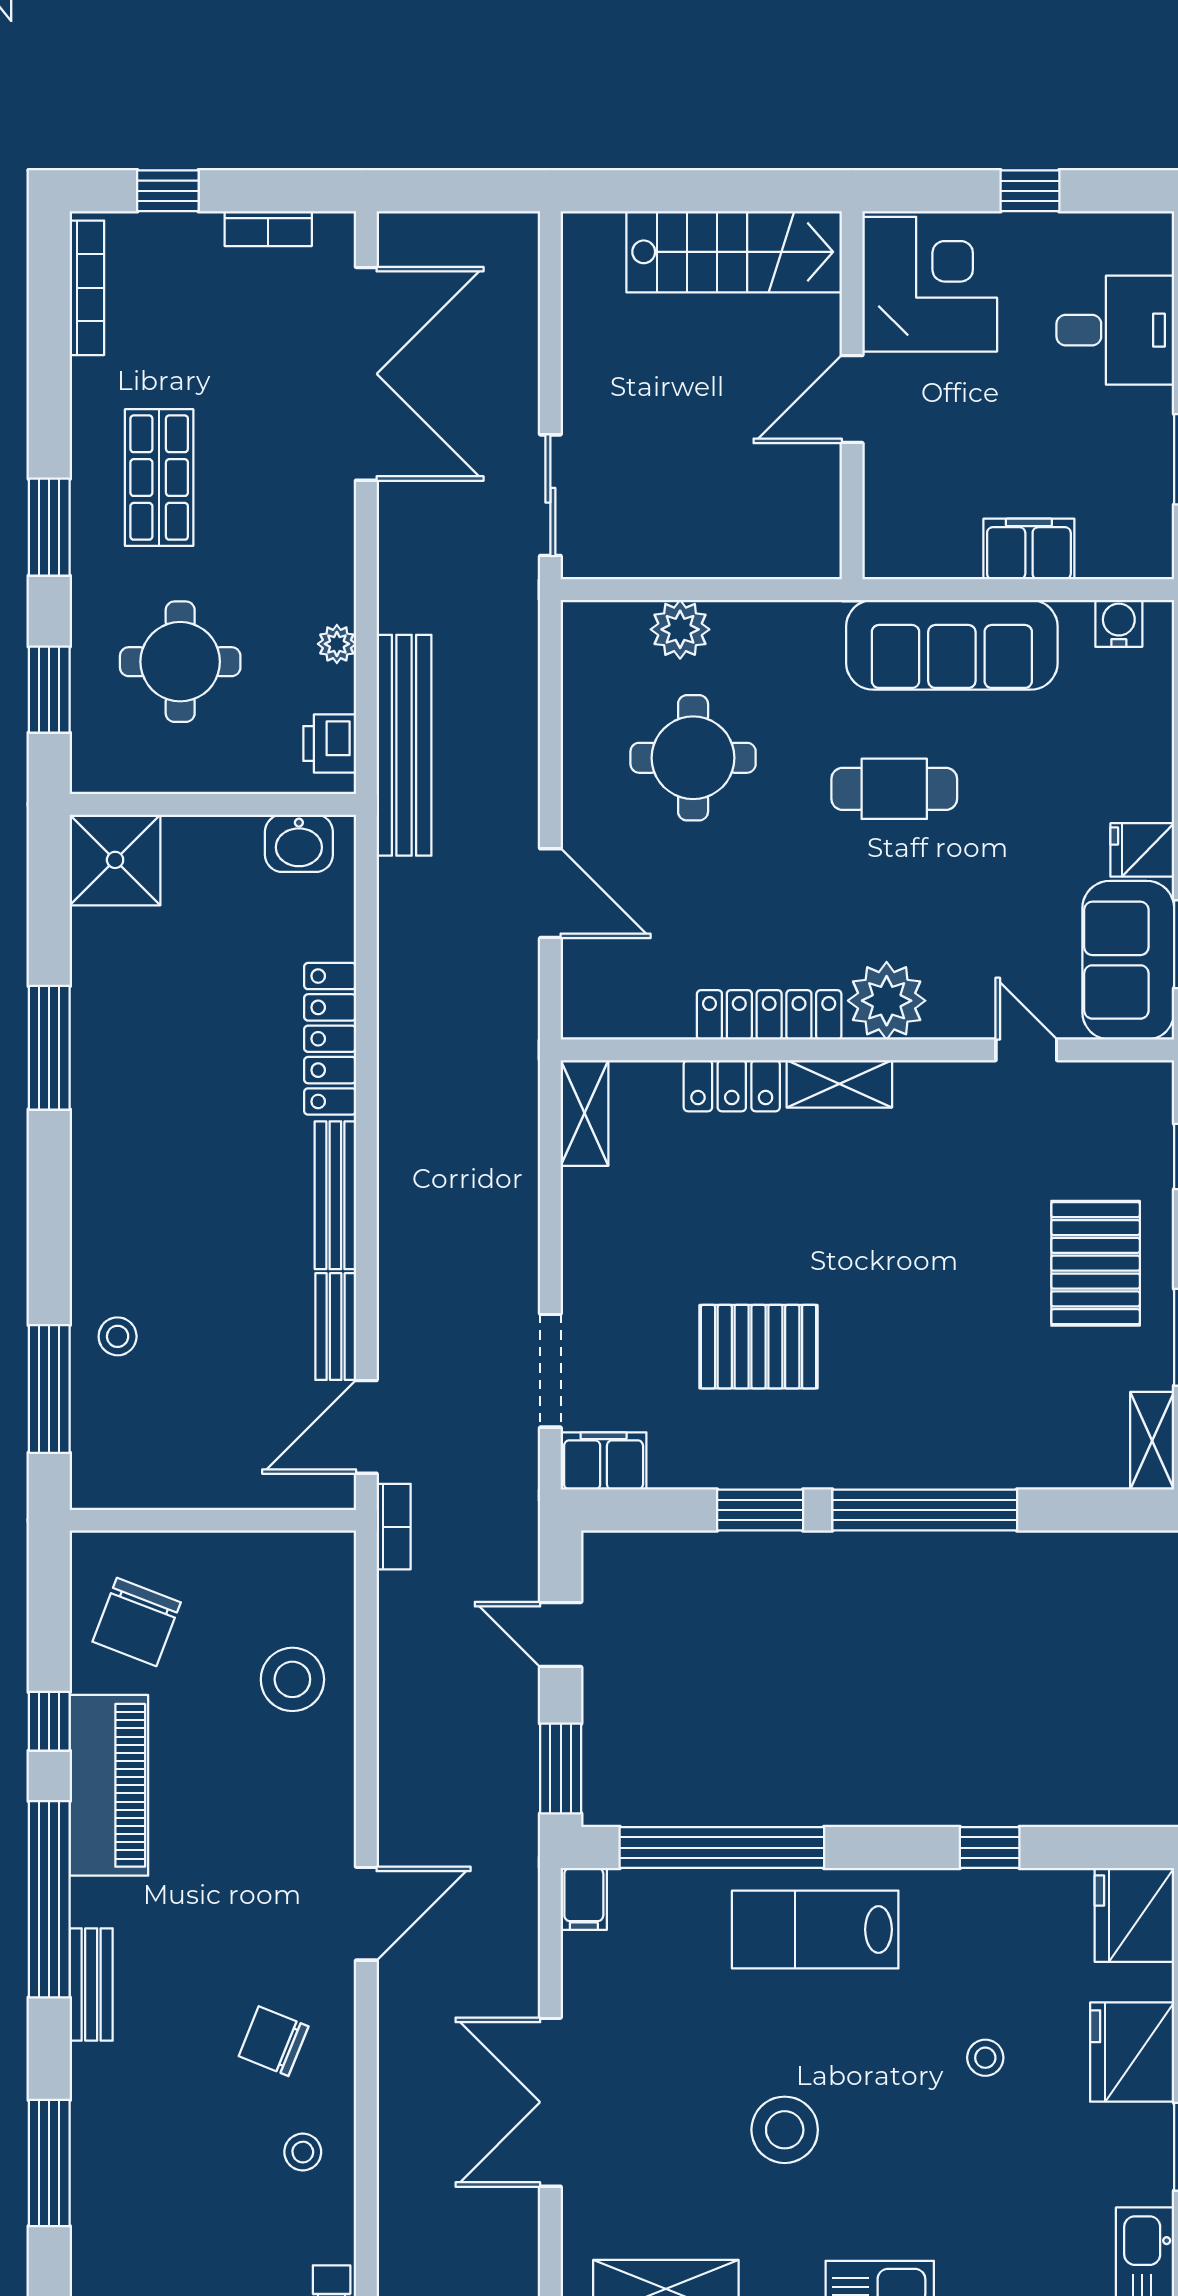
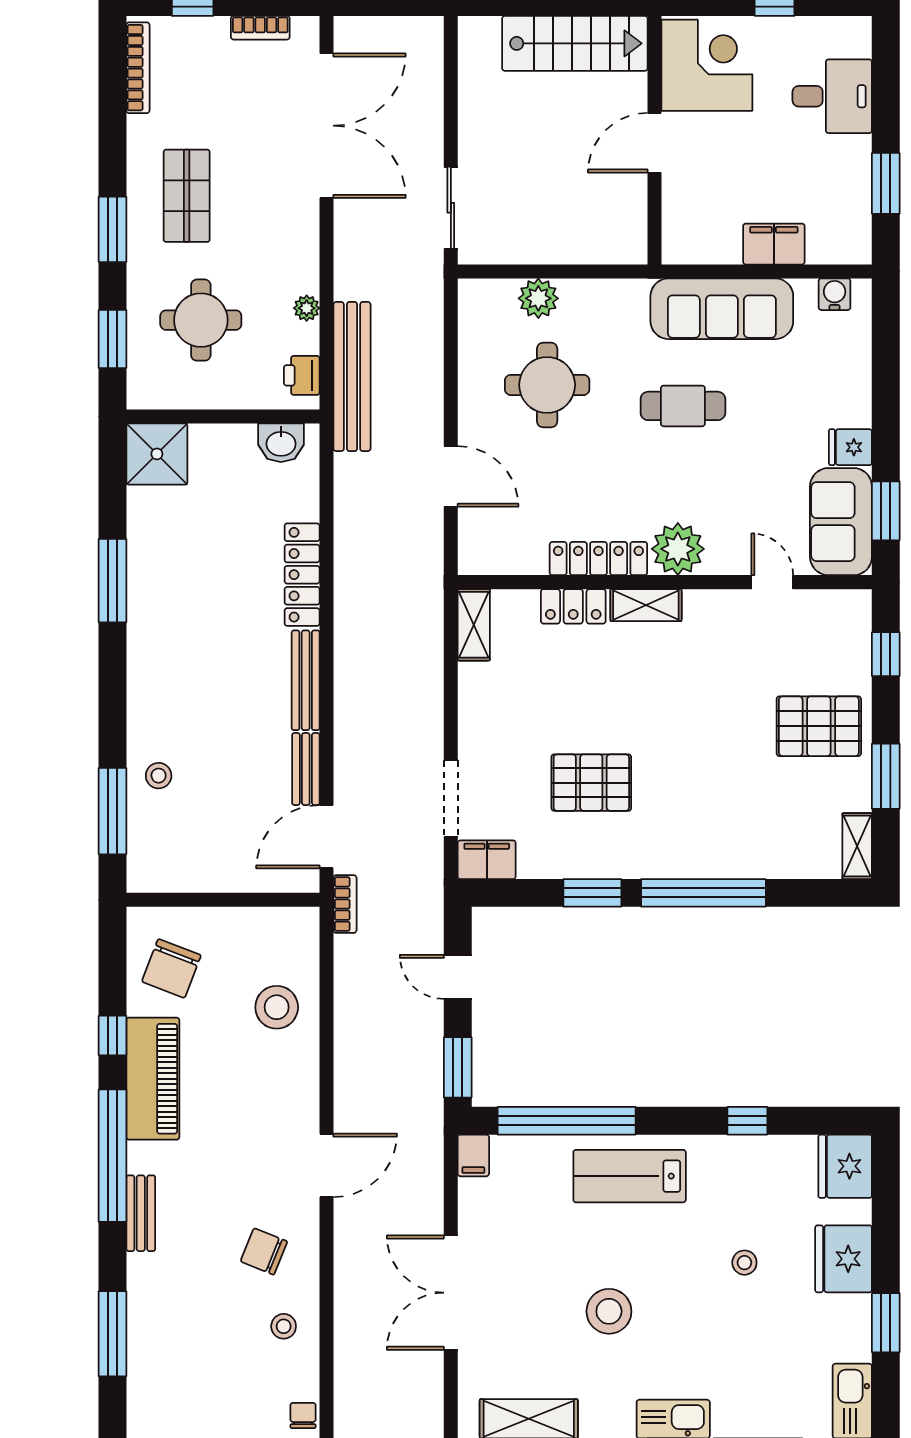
pallet: (1096, 1263) -> (819, 726), turned 90

